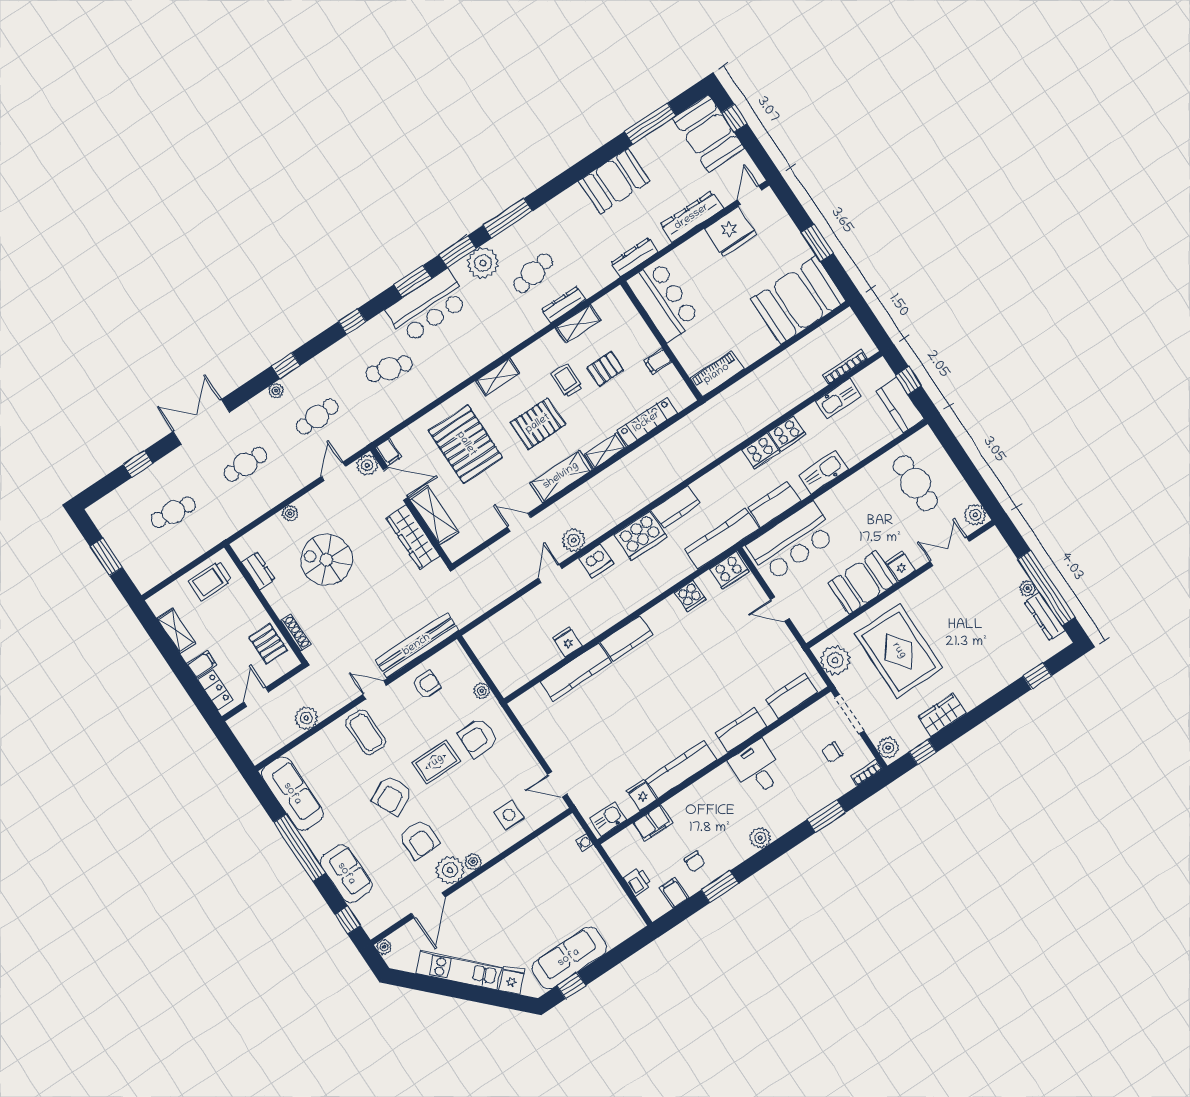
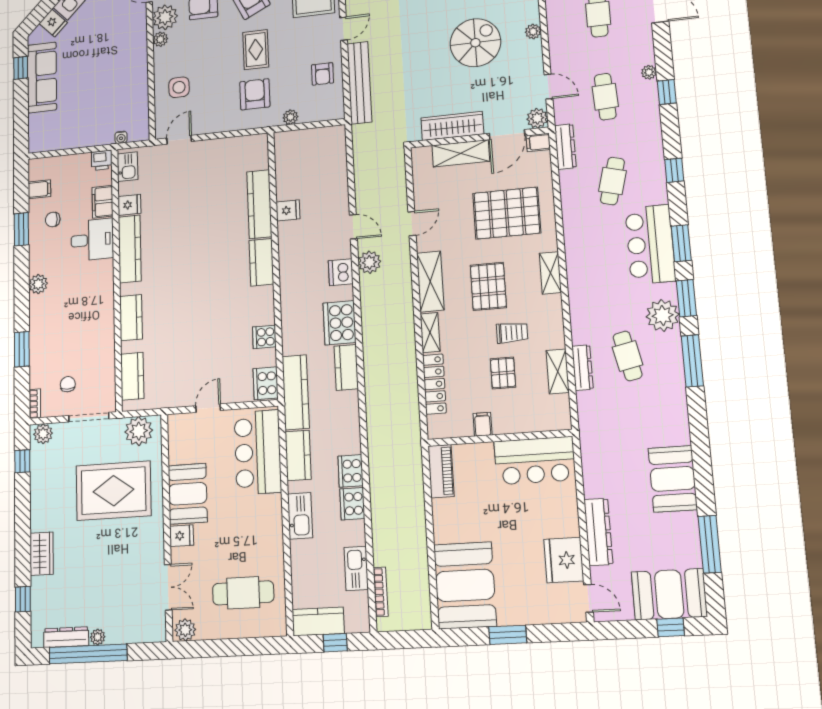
dresser: (634, 257) -> (565, 147), moved
wardrobe: (942, 715) -> (42, 554), moved
desk: (757, 768) -> (92, 240), moved
printer: (638, 882) -> (102, 160), moved

